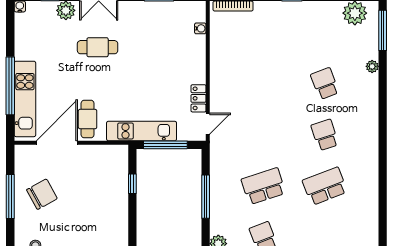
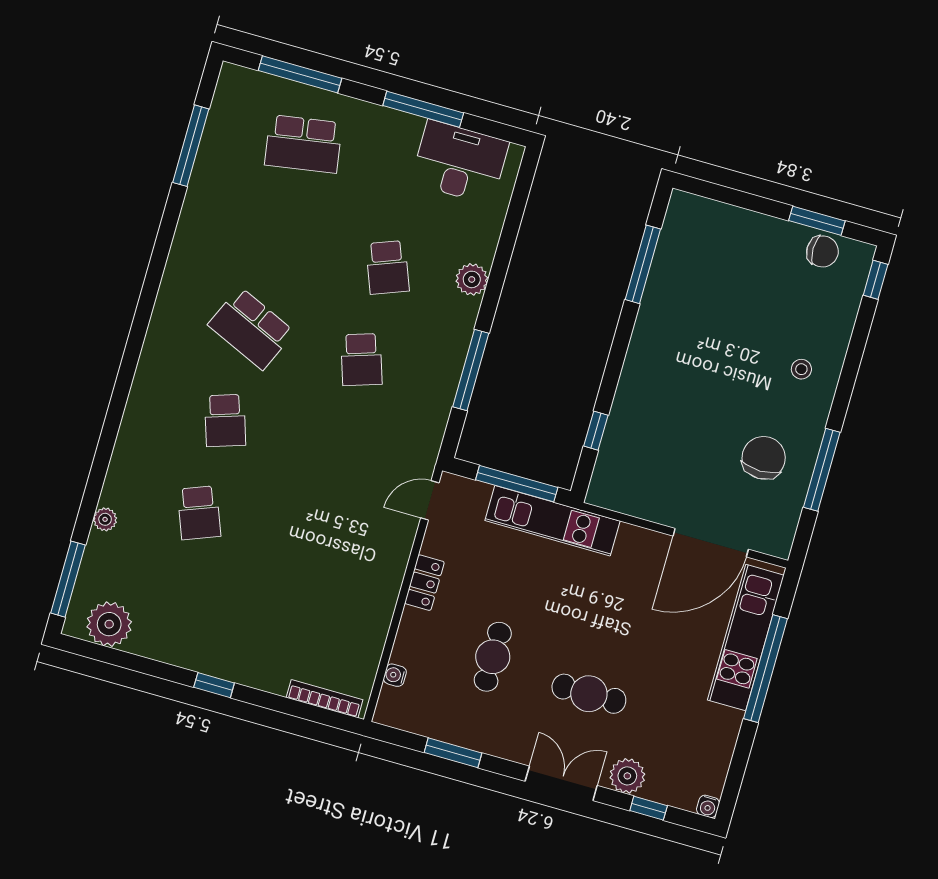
locker: (198, 98) -> (424, 583), moved
cafe table: (88, 119) -> (493, 657), moved
school desk: (263, 186) -> (361, 360), width x0.54
school desk: (325, 186) -> (251, 328), turned 45
chair: (42, 194) -> (764, 458), turned 119

